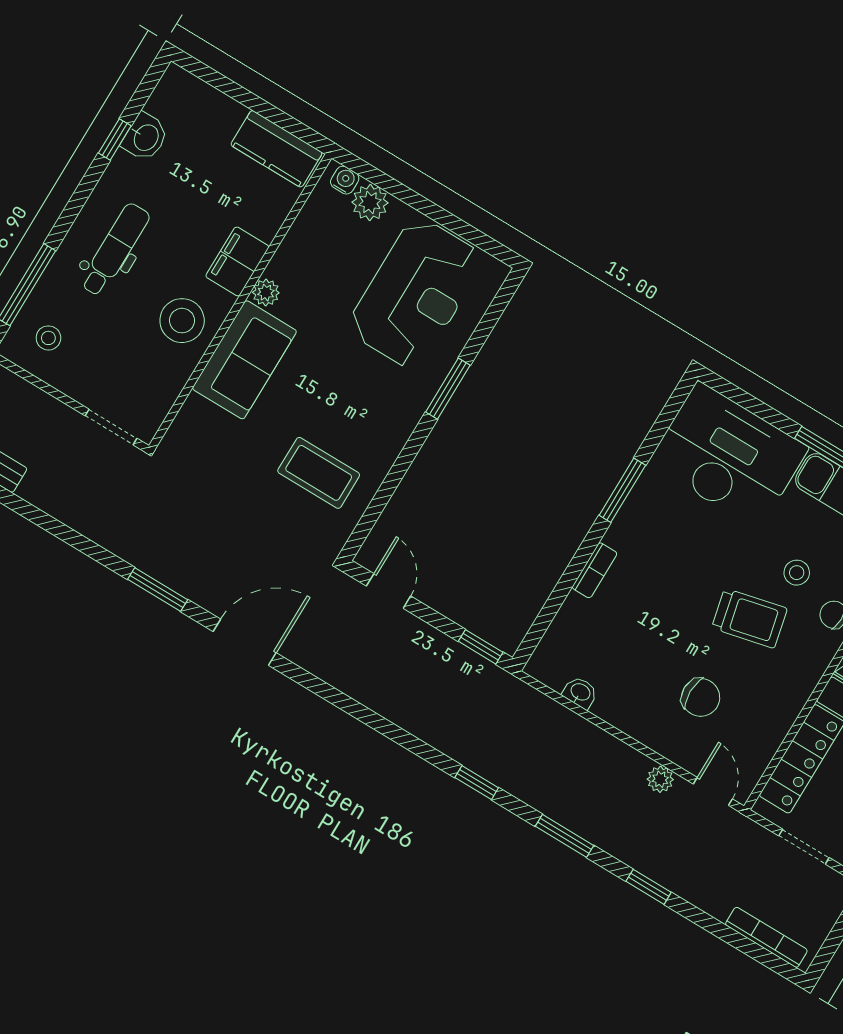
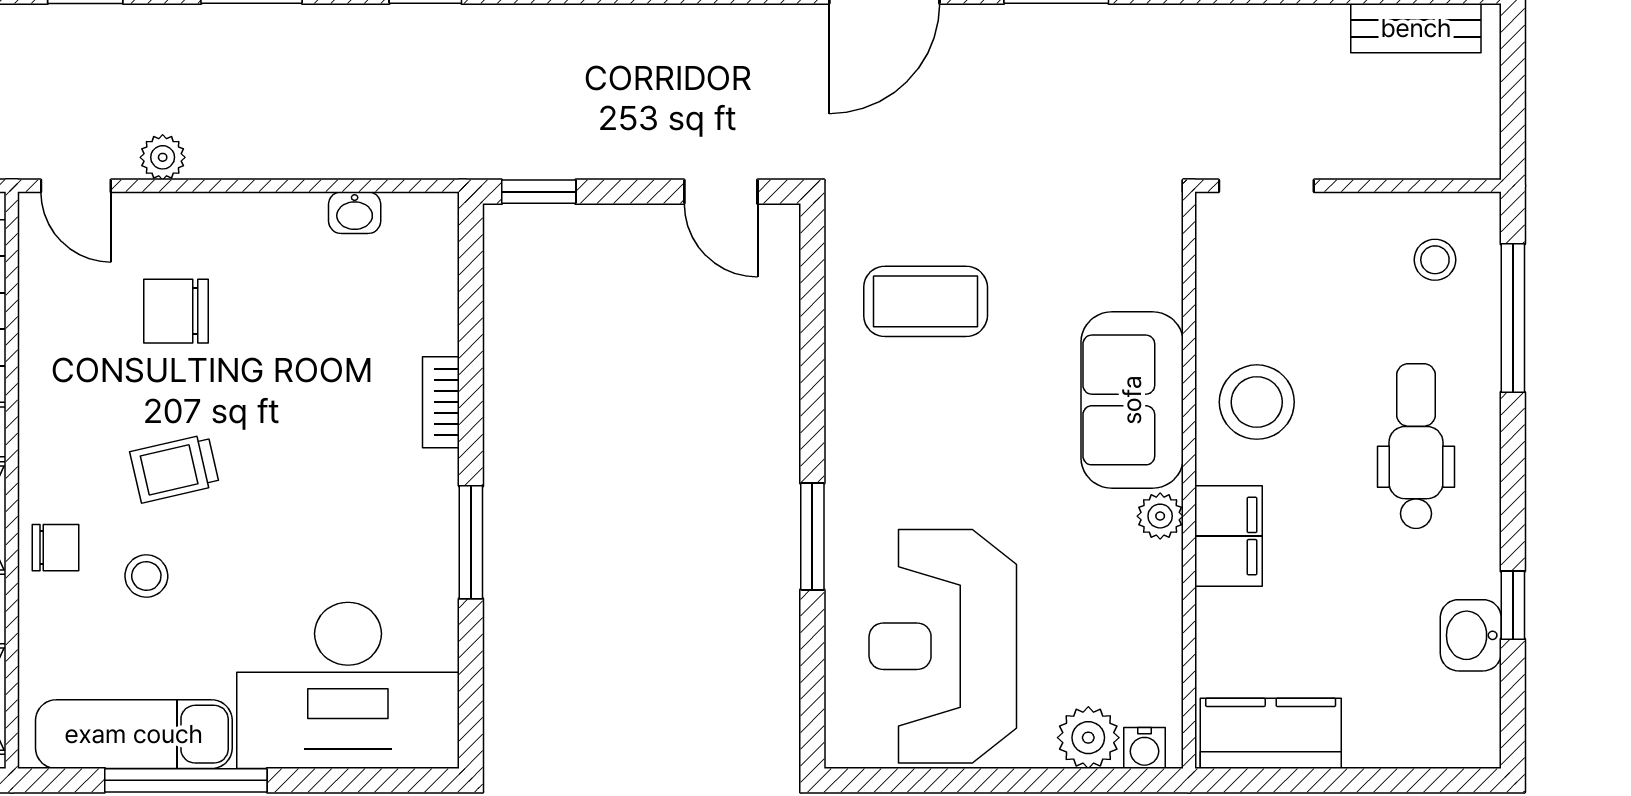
dental chair: (115, 250) -> (1416, 446), turned 180
trolley: (749, 618) -> (175, 469), width x0.73, depth x0.72

